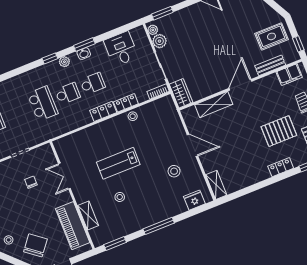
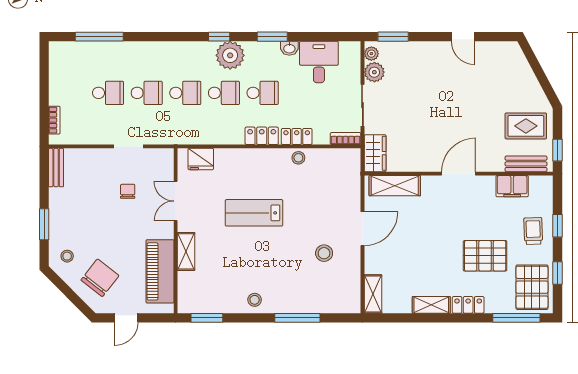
washbasin: (84, 54) -> (289, 48), moved
plant: (64, 62) -> (230, 55), width x1.87, depth x1.87
bench: (270, 65) -> (526, 164), moved
filing cabinet: (289, 75) -> (512, 186), moved
school desk: (43, 104) -> (185, 93), width x0.54
shelving: (214, 104) -> (395, 186), moved
school desk: (18, 114) -> (147, 93), added
door: (193, 145) -> (362, 229), hinge flipped
shelving: (257, 177) -> (431, 305), added
stool: (120, 197) -> (255, 300), moved
fridge: (194, 200) -> (201, 159), moved, turned 180
shelving: (88, 216) -> (186, 251), moved
window: (159, 226) -> (297, 318), moved

